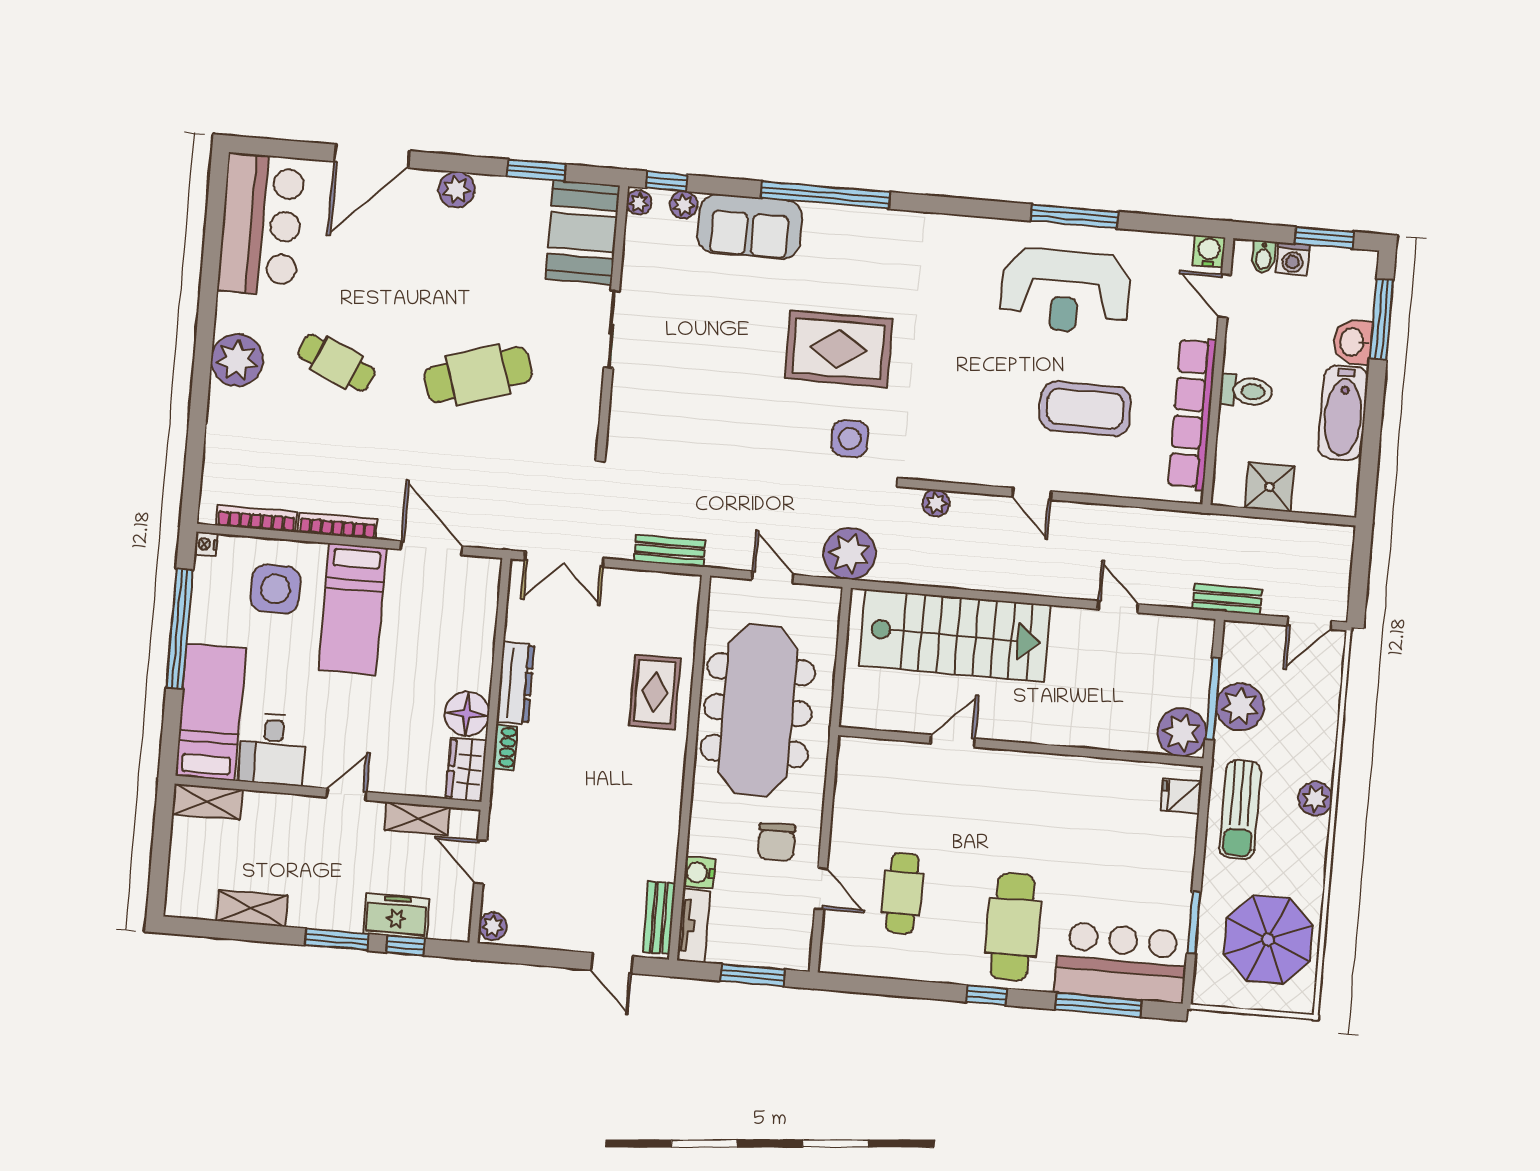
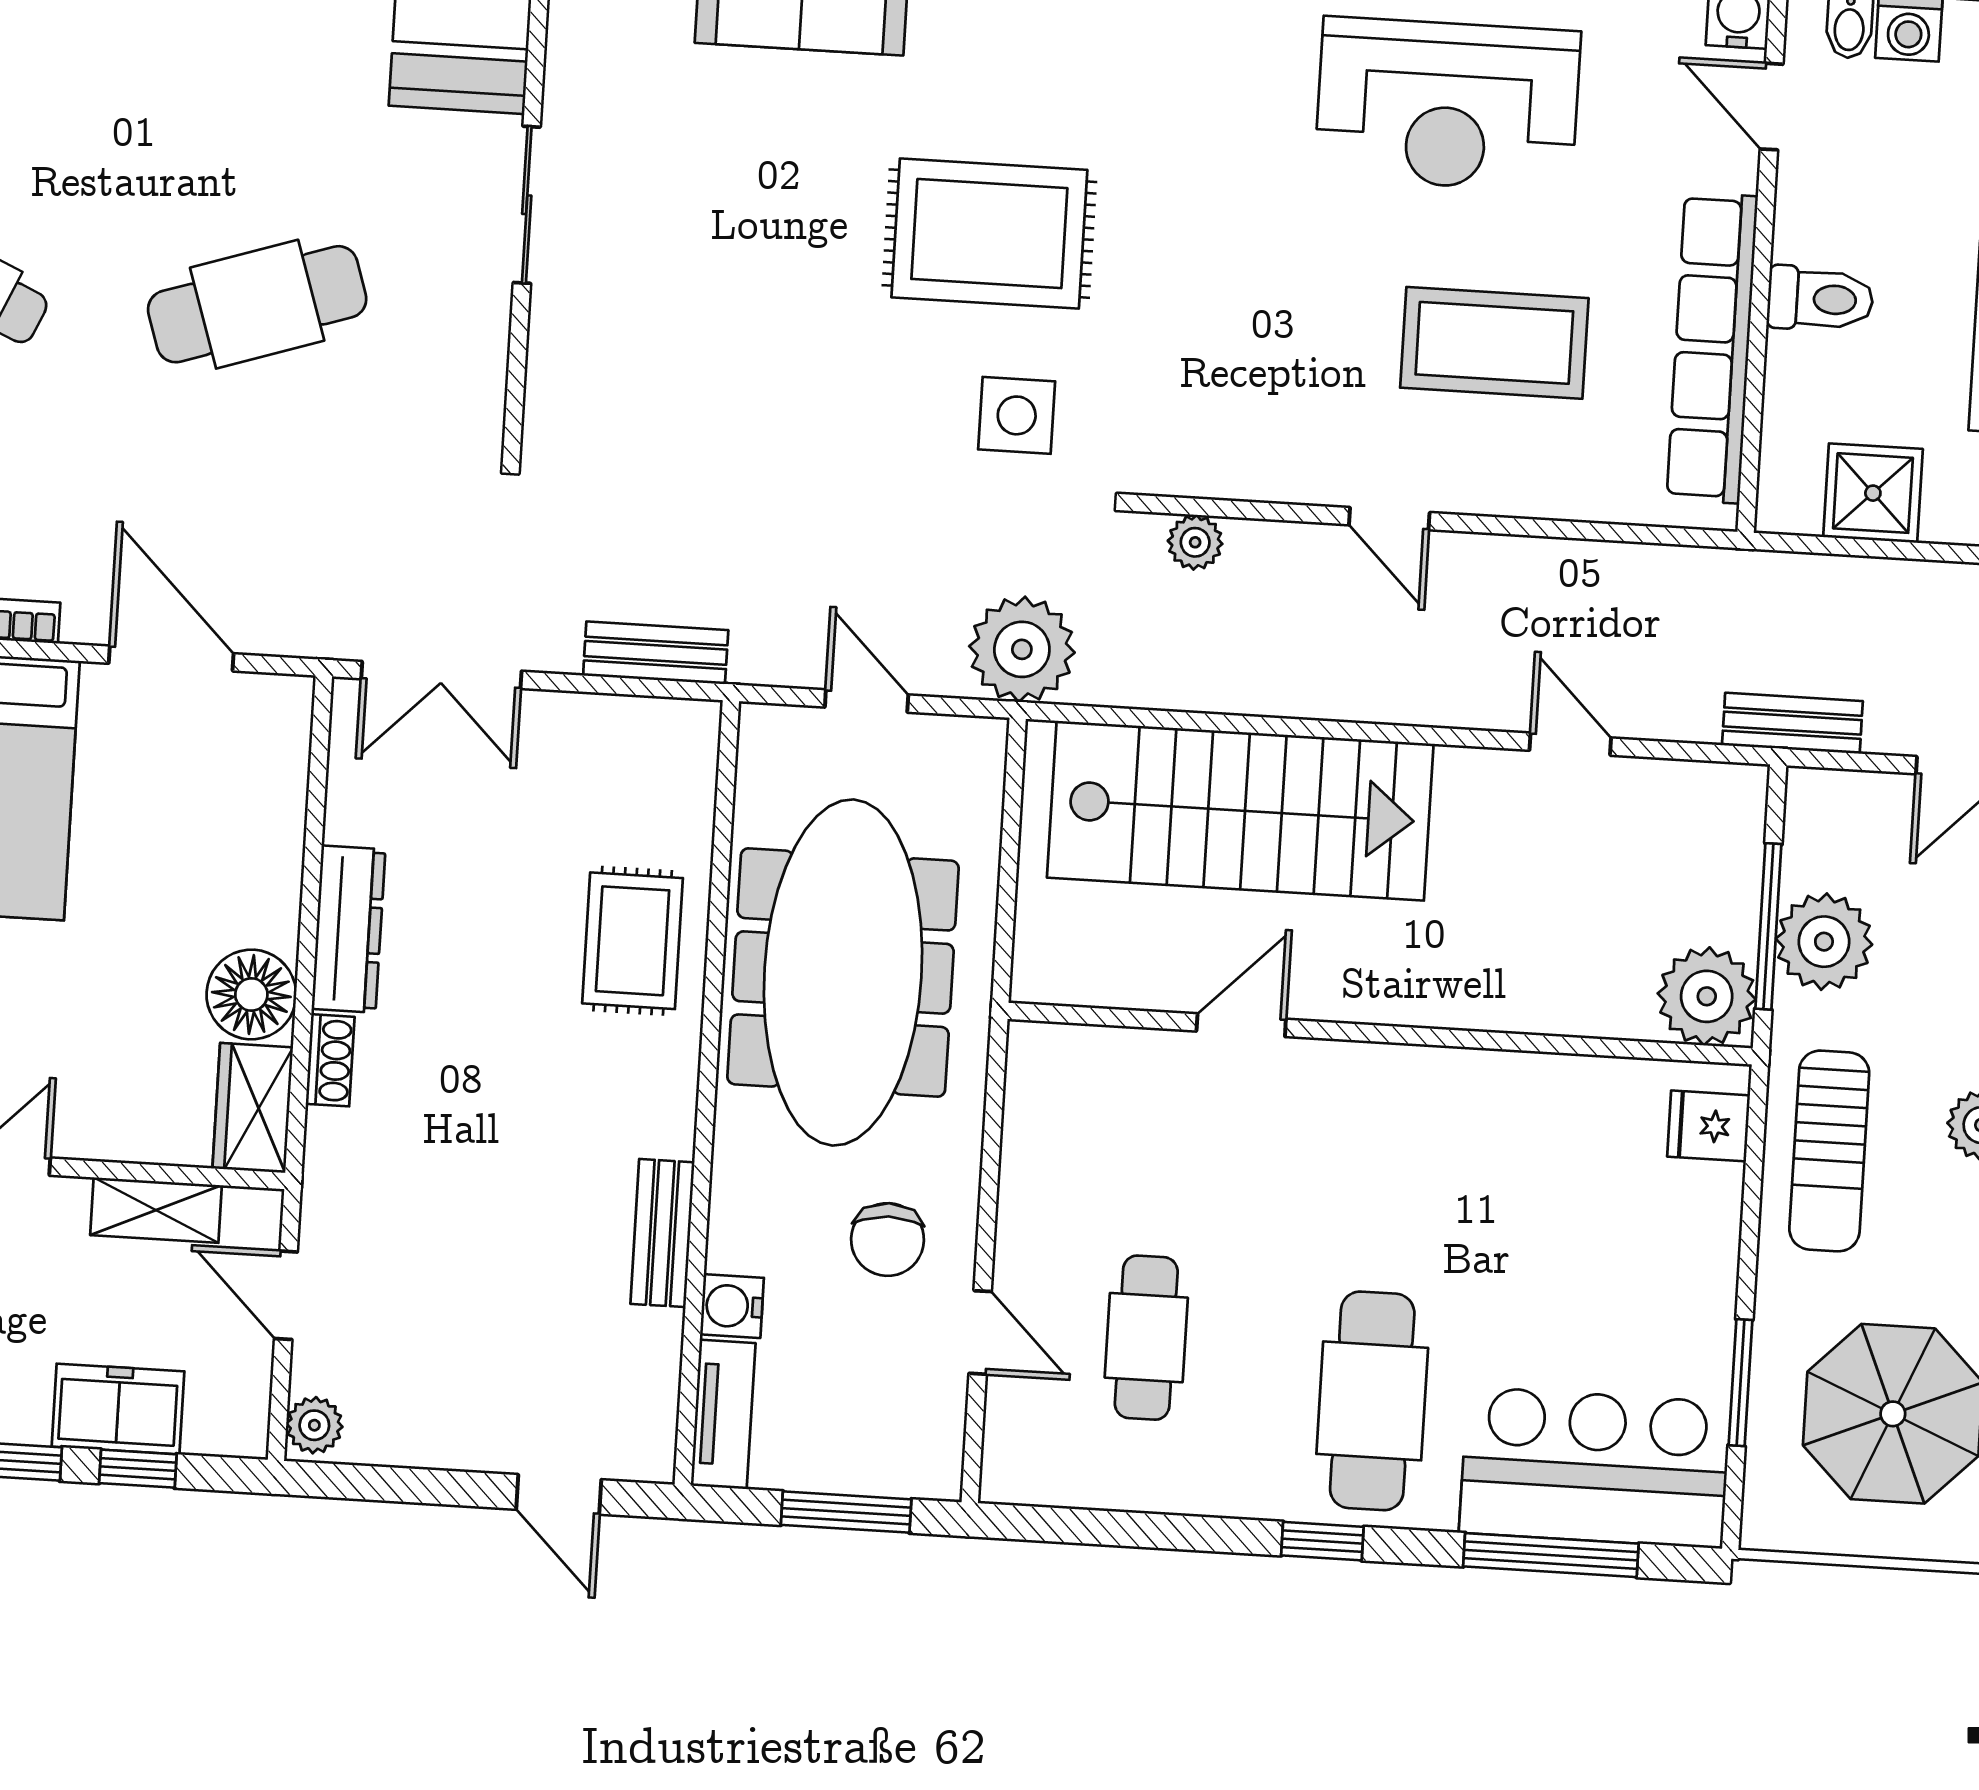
bench: (659, 918) -> (662, 1233), moved

